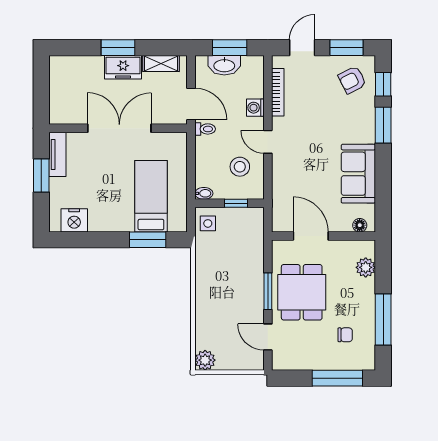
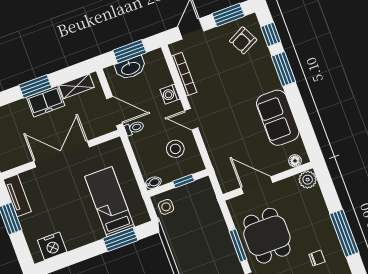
plant: (366, 267) -> (308, 180), moved

